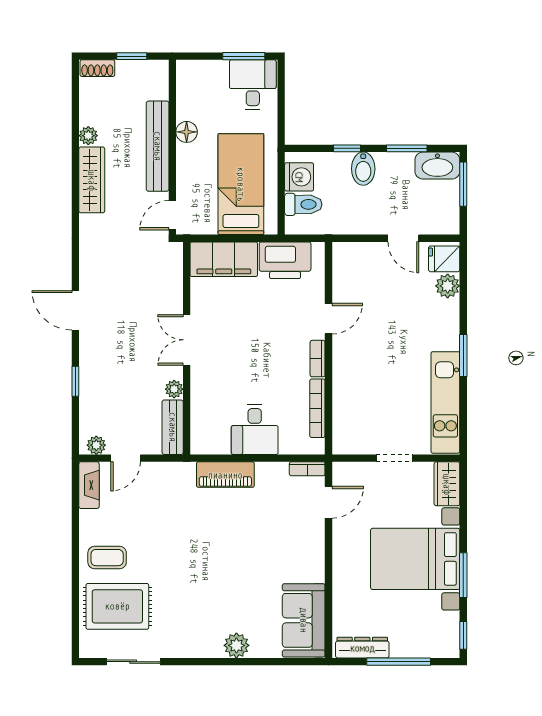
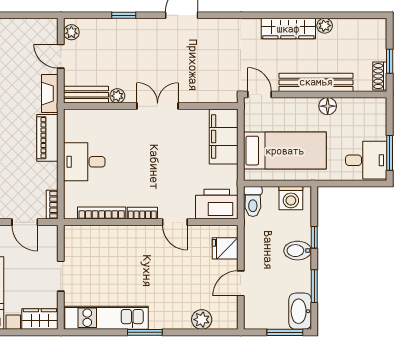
shoe rack: (97, 68) -> (380, 76), moved
toilet: (303, 204) -> (253, 202), moved
fridge: (444, 259) -> (225, 248), moved, turned -90
printer: (285, 260) -> (217, 204), moved, turned 90
fireplace: (89, 485) -> (50, 94), moved, turned 90

